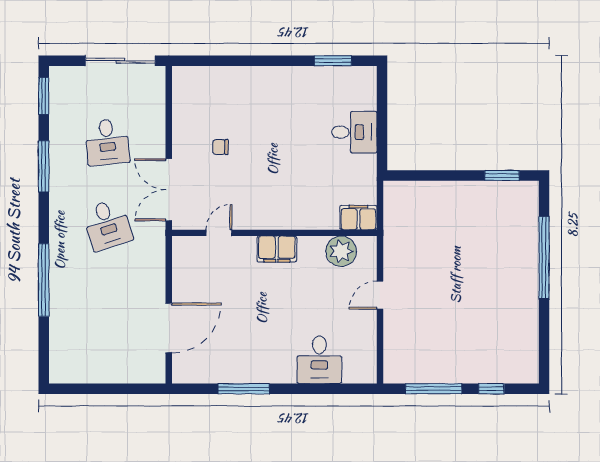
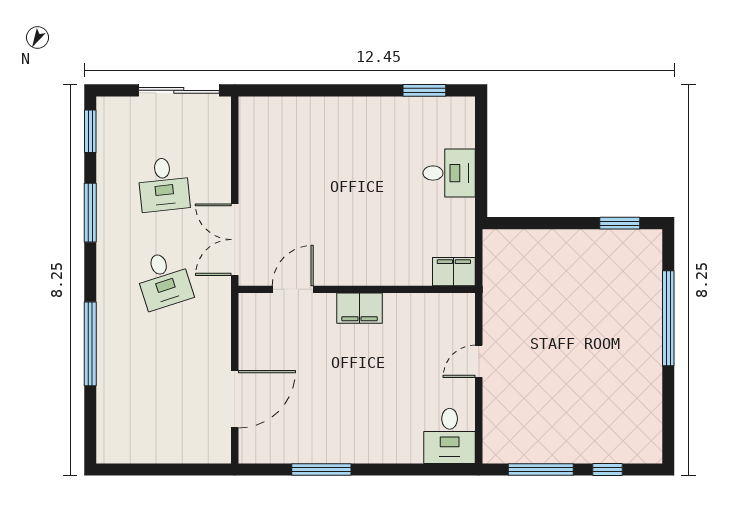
chair: (220, 147) -> (294, 190), removed
door: (219, 233) -> (293, 289), width x1.38
plant: (341, 251) -> (434, 311), removed
desk: (319, 360) -> (450, 436), moved

